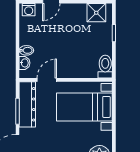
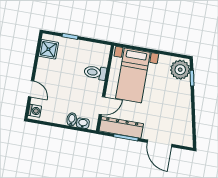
toilet: (105, 67) -> (95, 73), moved
door: (47, 80) -> (102, 106), swing flipped

